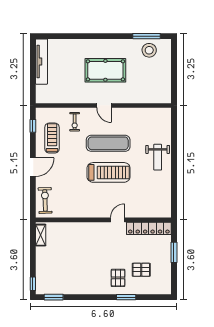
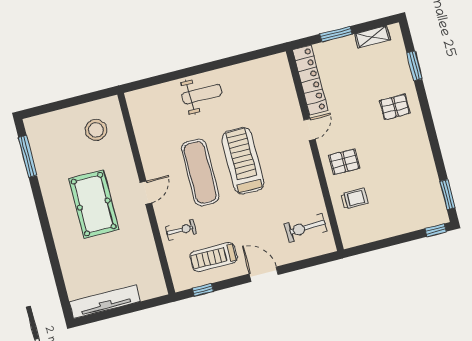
stool: (149, 50) -> (96, 130), moved
exercise bike: (45, 200) -> (306, 228), moved
door: (118, 220) -> (309, 130), swing flipped
shelving: (41, 235) -> (372, 37), moved
trolley: (66, 237) -> (354, 198), added
pallet: (141, 270) -> (344, 162), moved, turned 90
window: (126, 297) -> (414, 66), moved

